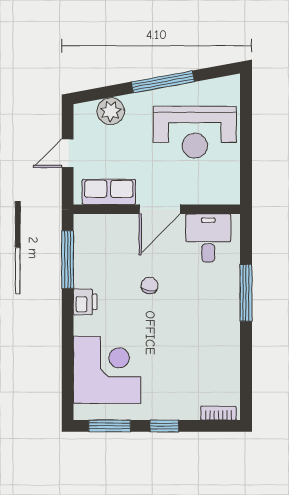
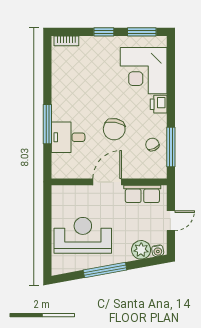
water cooler: (87, 110) -> (158, 251), added
desk: (208, 238) -> (68, 137), moved, turned 90
chair: (94, 263) -> (152, 145), added
chair: (150, 285) -> (114, 129), width x1.87, depth x1.87
printer: (85, 302) -> (159, 104), moved

